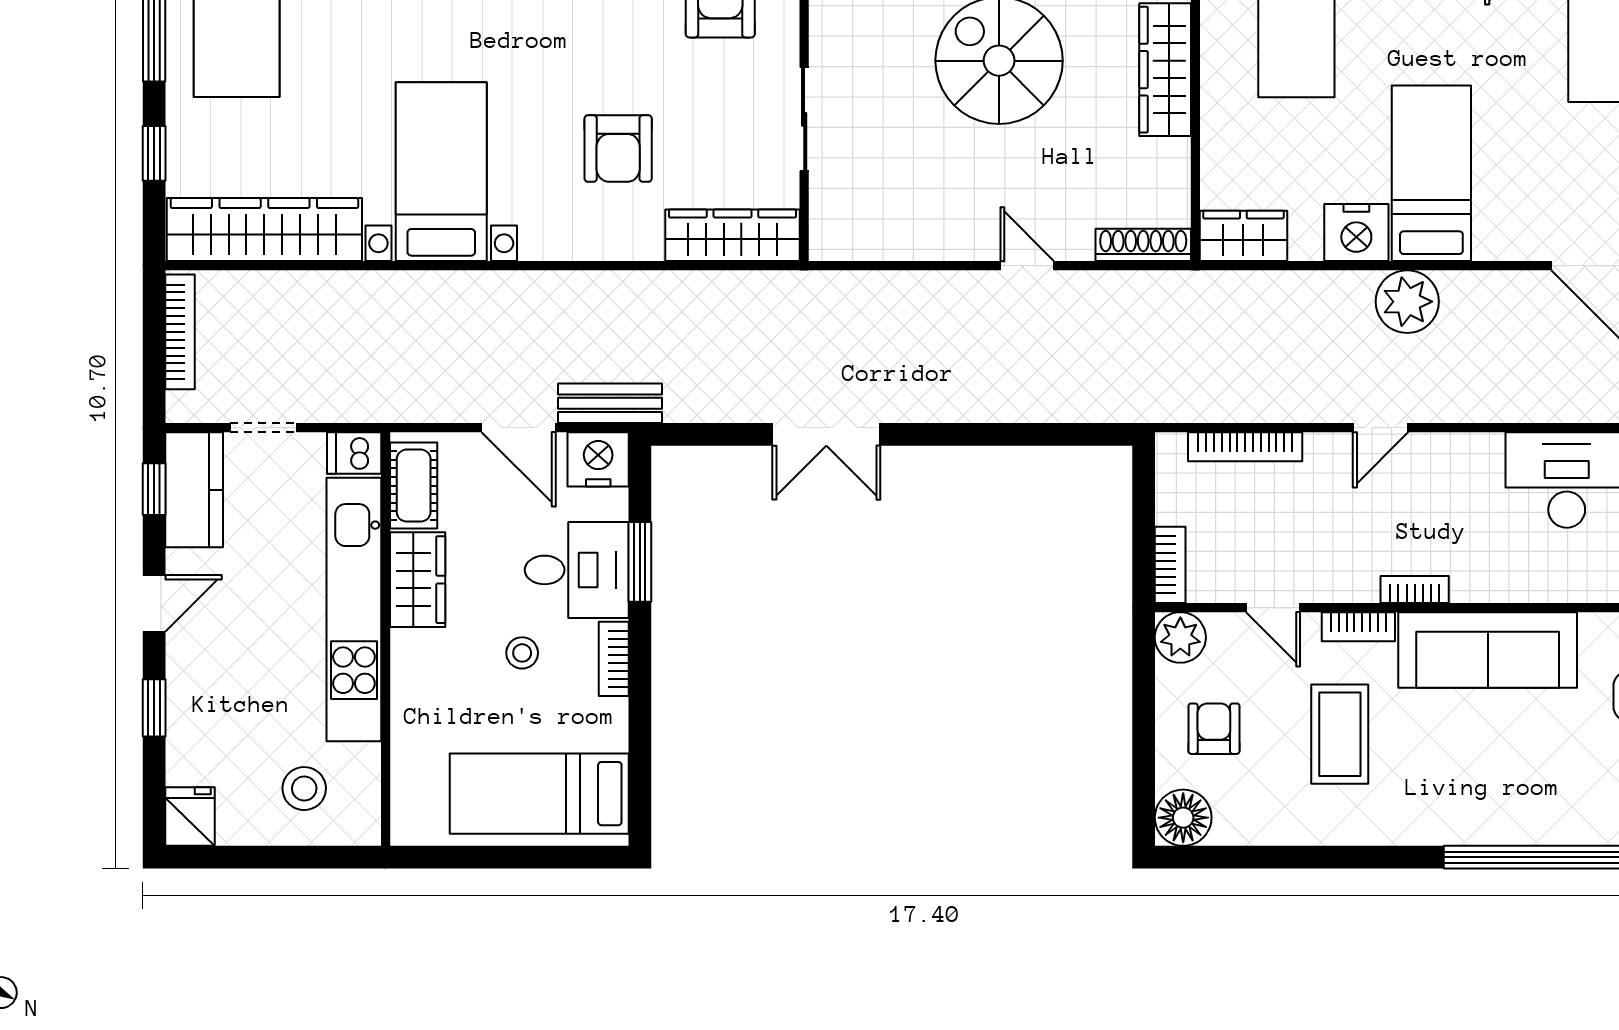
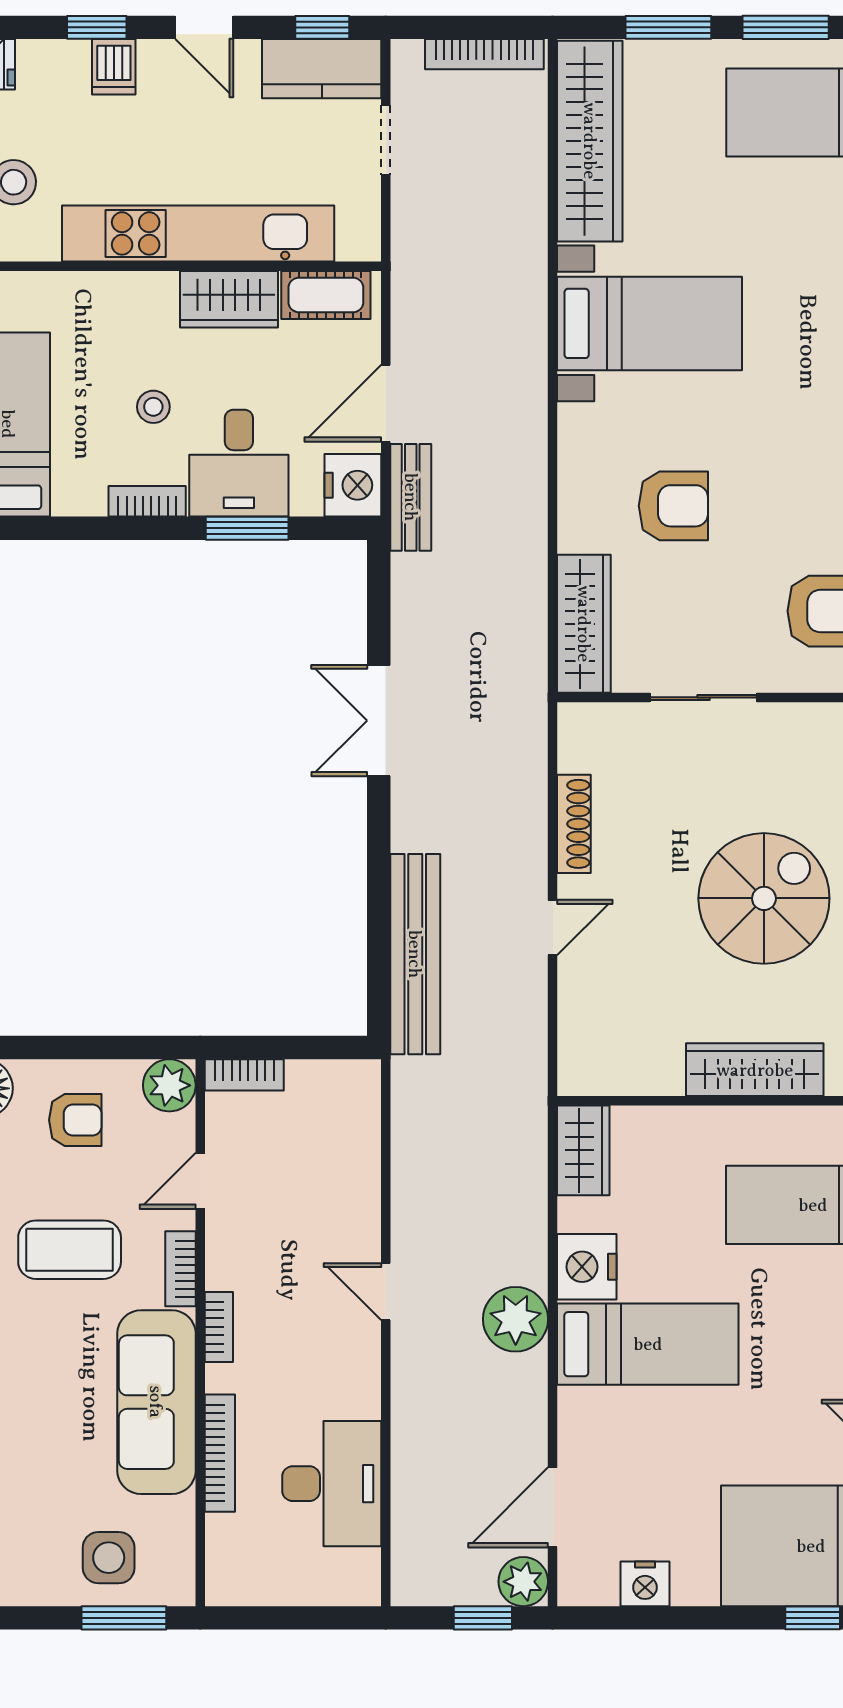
armchair: (618, 148) -> (673, 506), turned 180
window: (154, 153) -> (668, 27), width x1.50
shoe rack: (1143, 245) -> (574, 824), moved
bench: (1053, 399) -> (415, 954), added
bookcase: (1245, 447) -> (220, 1453), moved, turned 180
dishwasher: (354, 453) -> (114, 67), moved, turned 180

